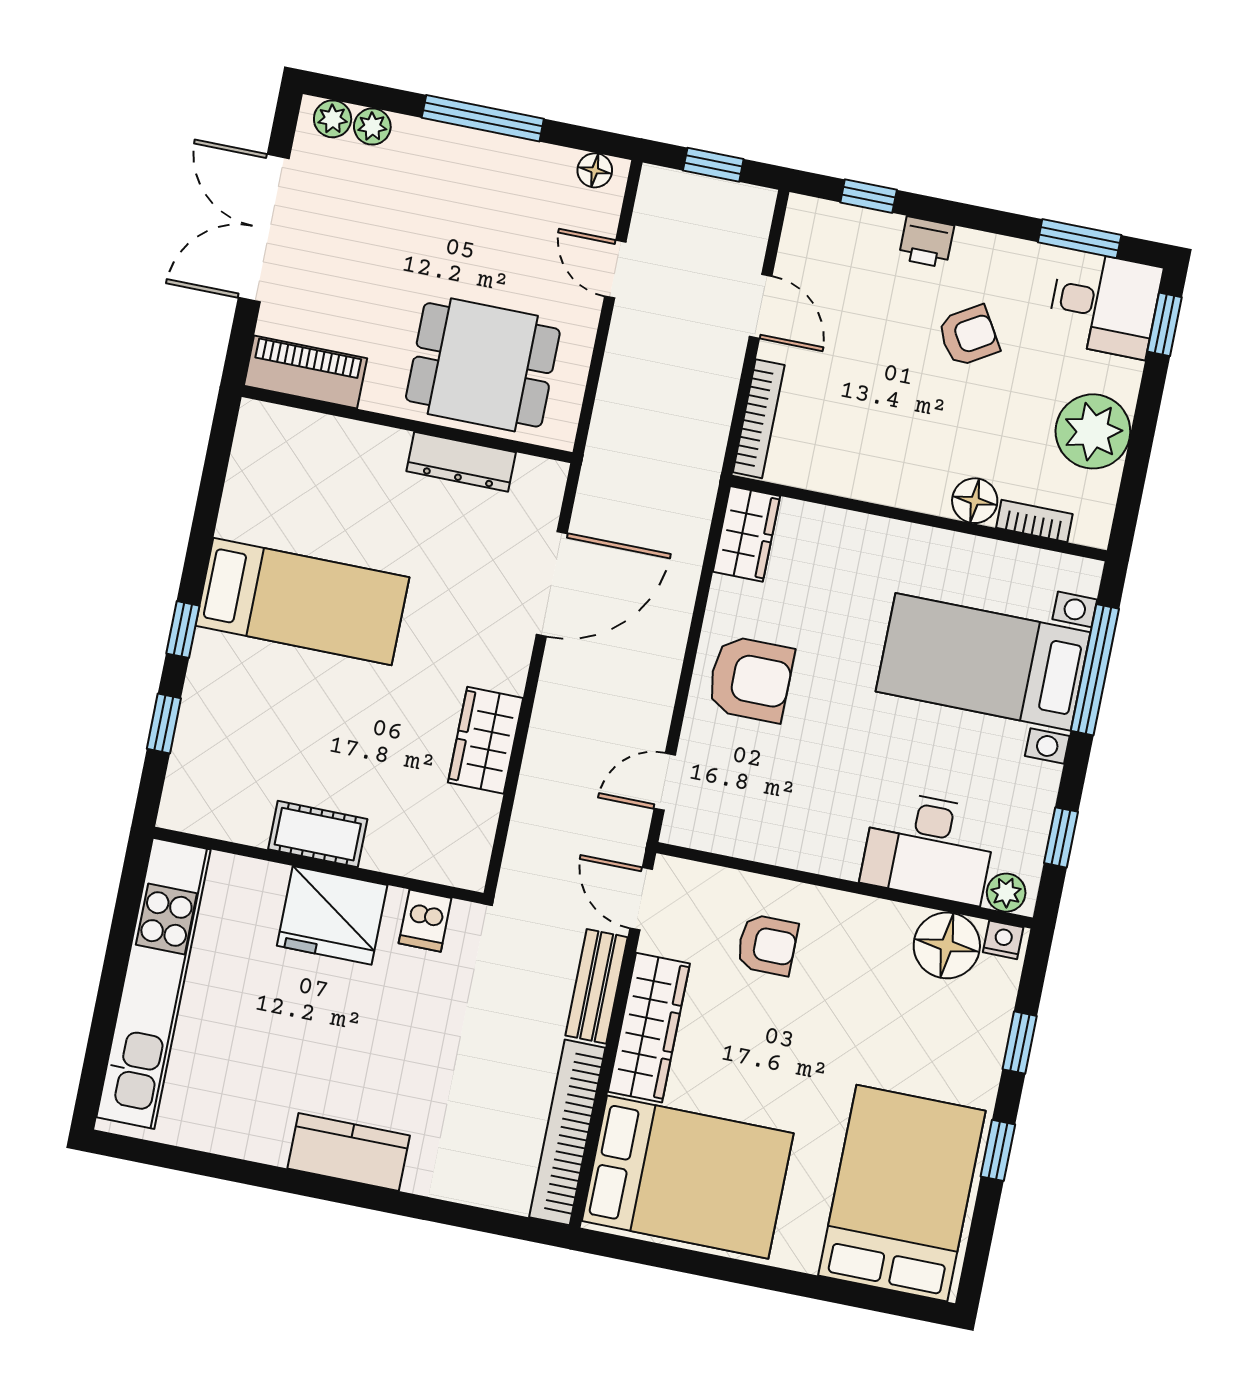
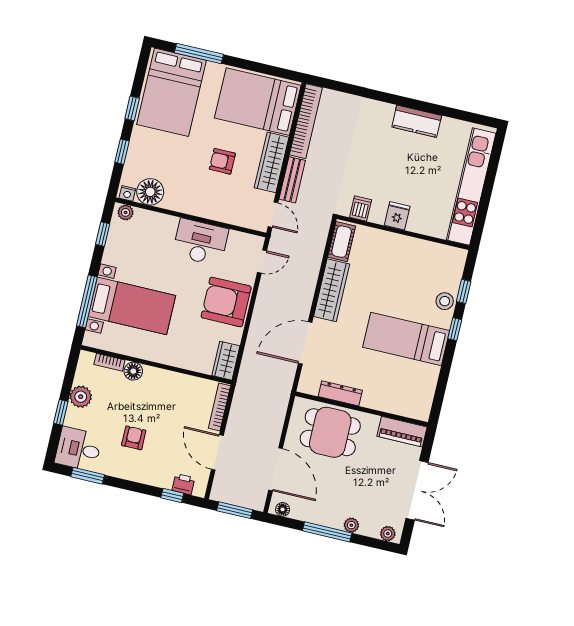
plant: (372, 127) -> (351, 525), moved
window: (713, 165) -> (235, 510), width x1.50
printer: (926, 242) -> (183, 484), moved
door: (615, 269) -> (276, 469), width x1.88
door: (761, 306) -> (217, 452), width x1.38
window: (1164, 324) -> (61, 412), moved
armchair: (968, 336) -> (134, 438), turned 121
plant: (1093, 431) -> (81, 397), width x0.73, depth x0.73
armchair: (750, 679) -> (226, 302), width x1.36, depth x1.36
stool: (210, 698) -> (445, 301), added
wardrobe: (486, 740) -> (332, 290), width x1.50
cot: (318, 834) -> (342, 242), moved, turned 90
desk: (929, 847) -> (200, 242), moved
fridge: (332, 915) -> (397, 216), width x0.53, depth x0.75
armchair: (767, 945) -> (222, 161), moved
kitchen counter: (349, 1152) -> (417, 121), moved
window: (837, 1291) -> (199, 54), added

